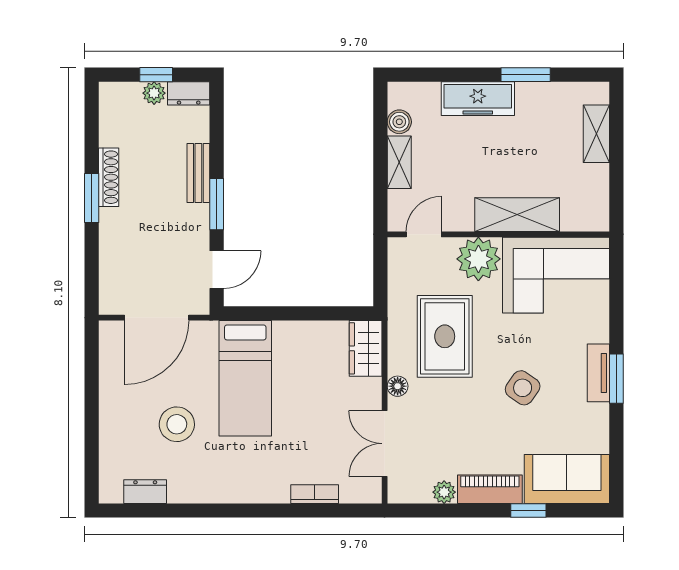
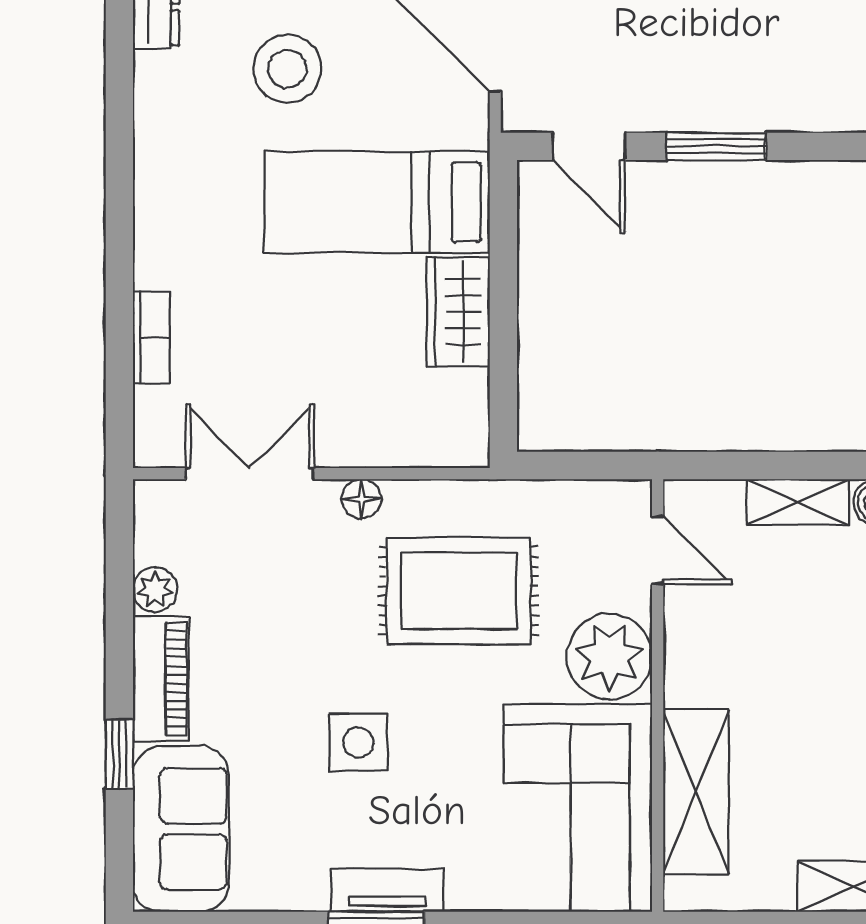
bench: (198, 173) -> (777, 111), removed
shelving: (517, 215) -> (696, 792), moved
wardrobe: (366, 348) -> (458, 312), moved, turned -90
side table: (523, 388) -> (358, 743), turned -35

